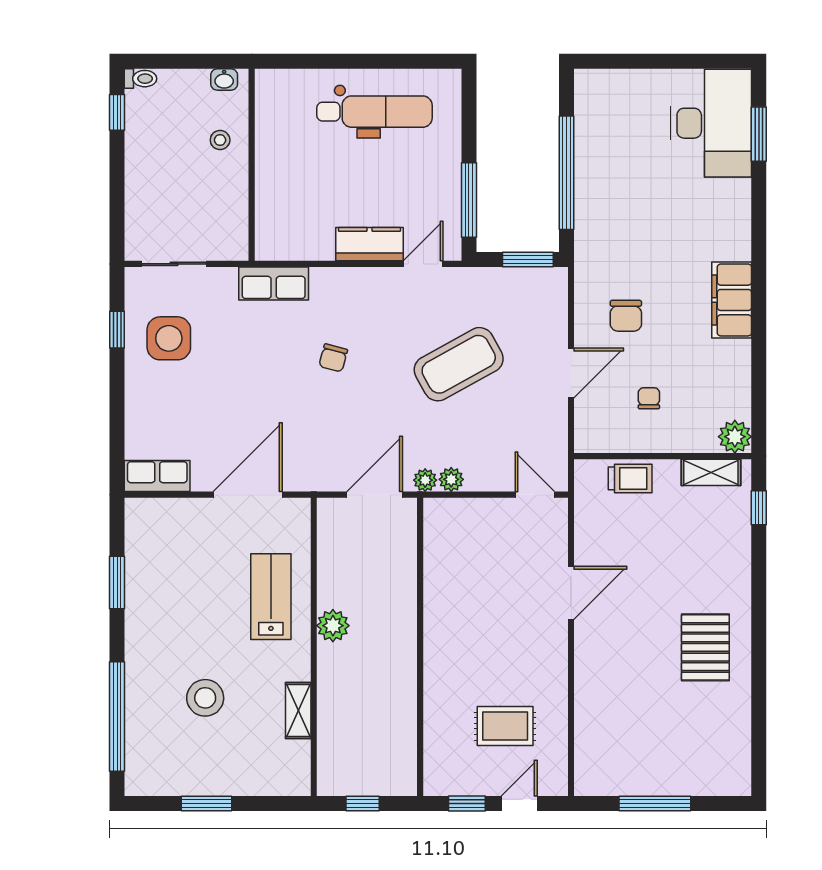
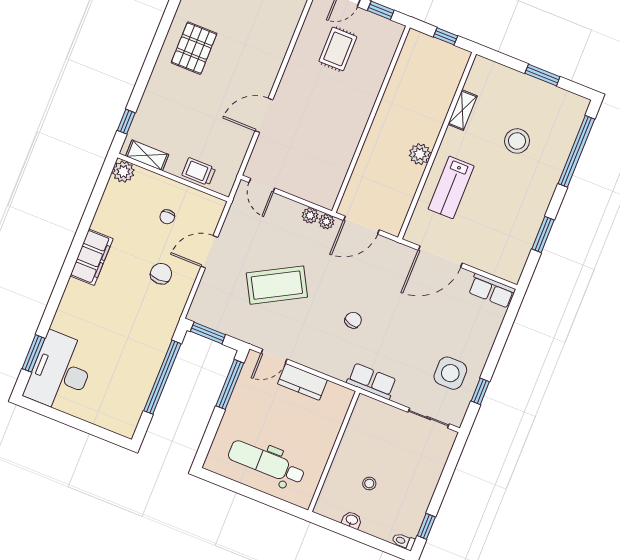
wall: (252, 165) -> (334, 451), moved
rug: (505, 726) -> (338, 49), turned 90

